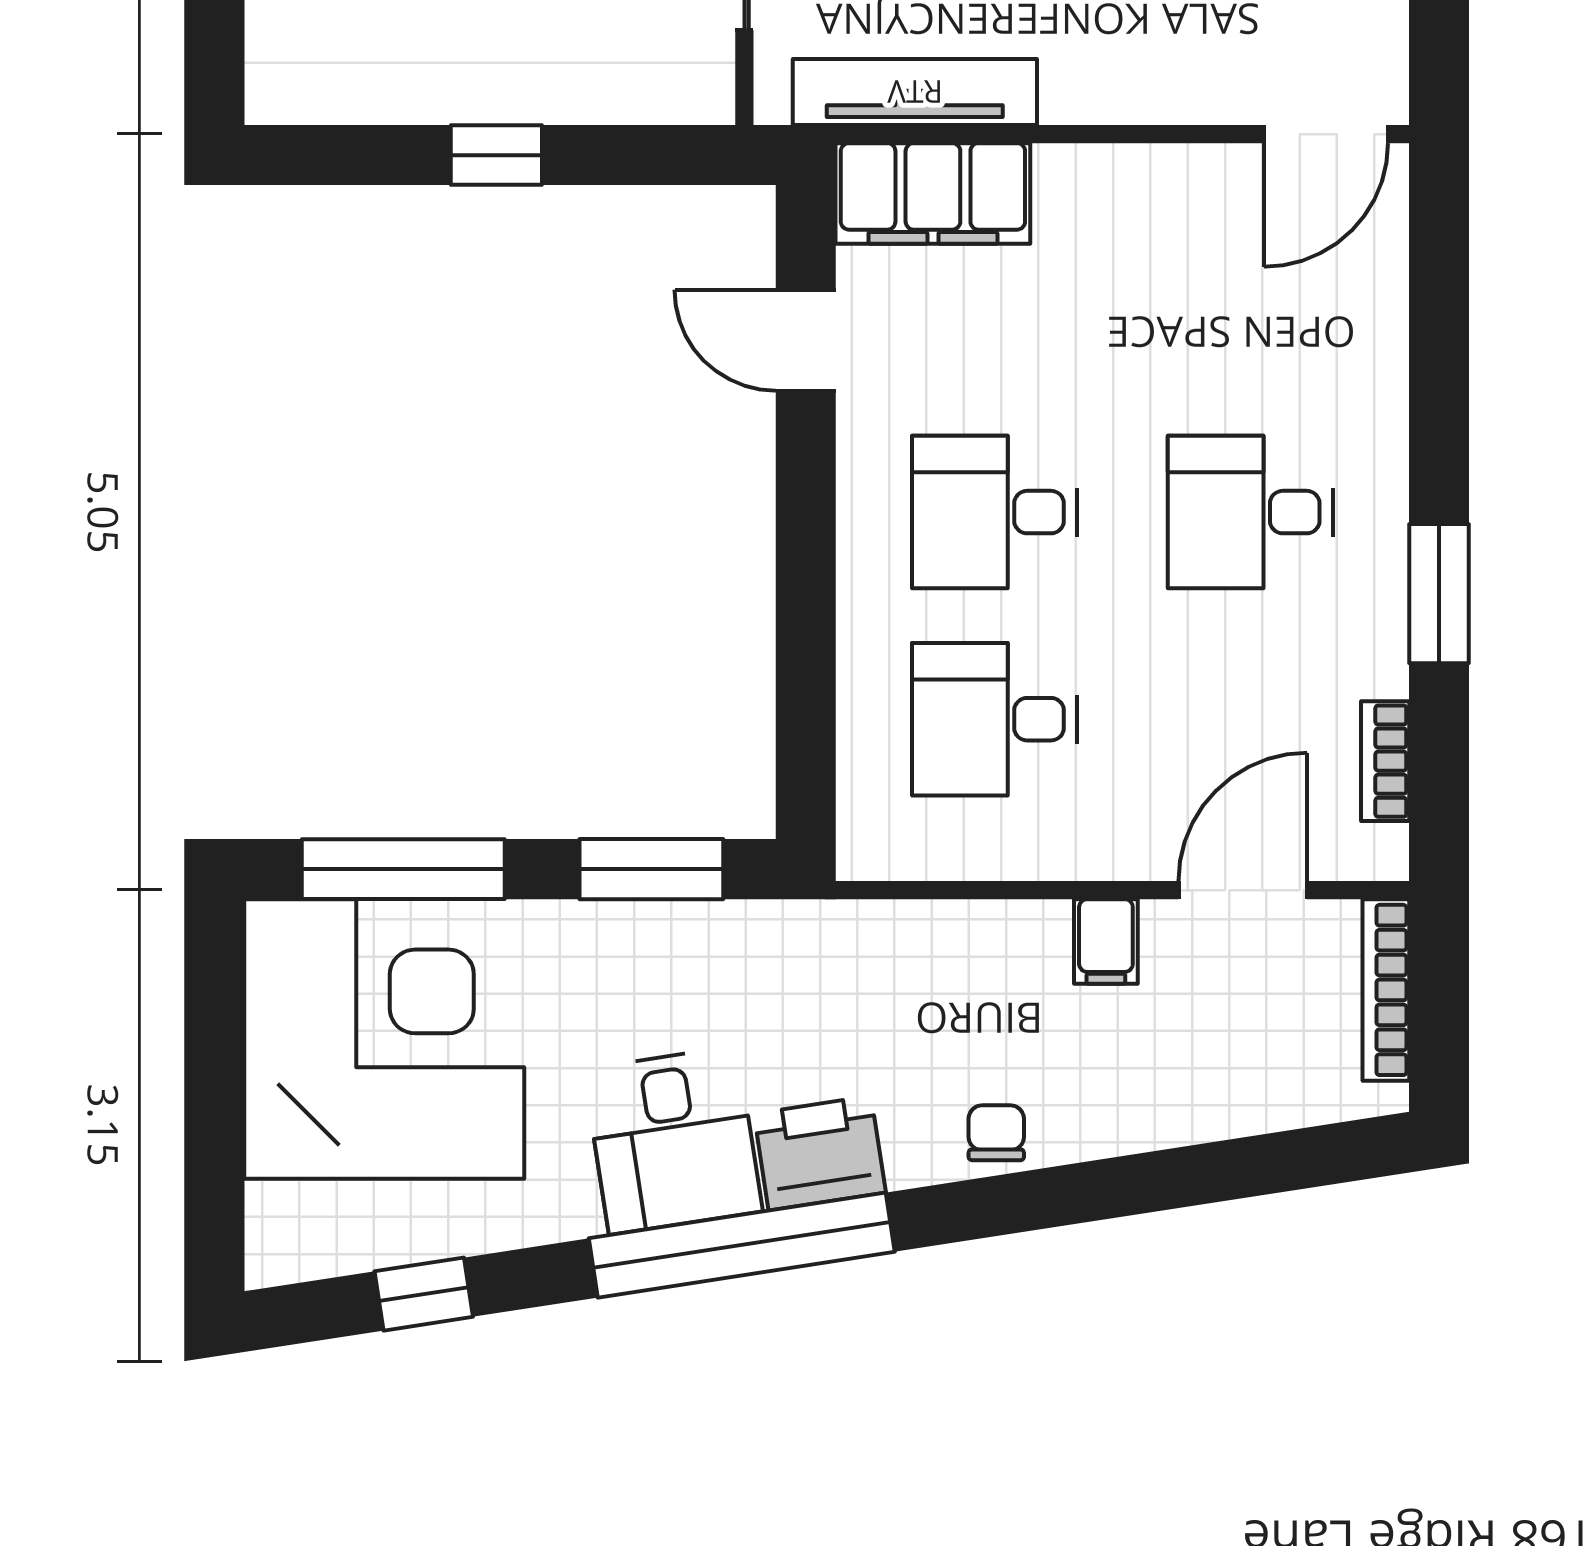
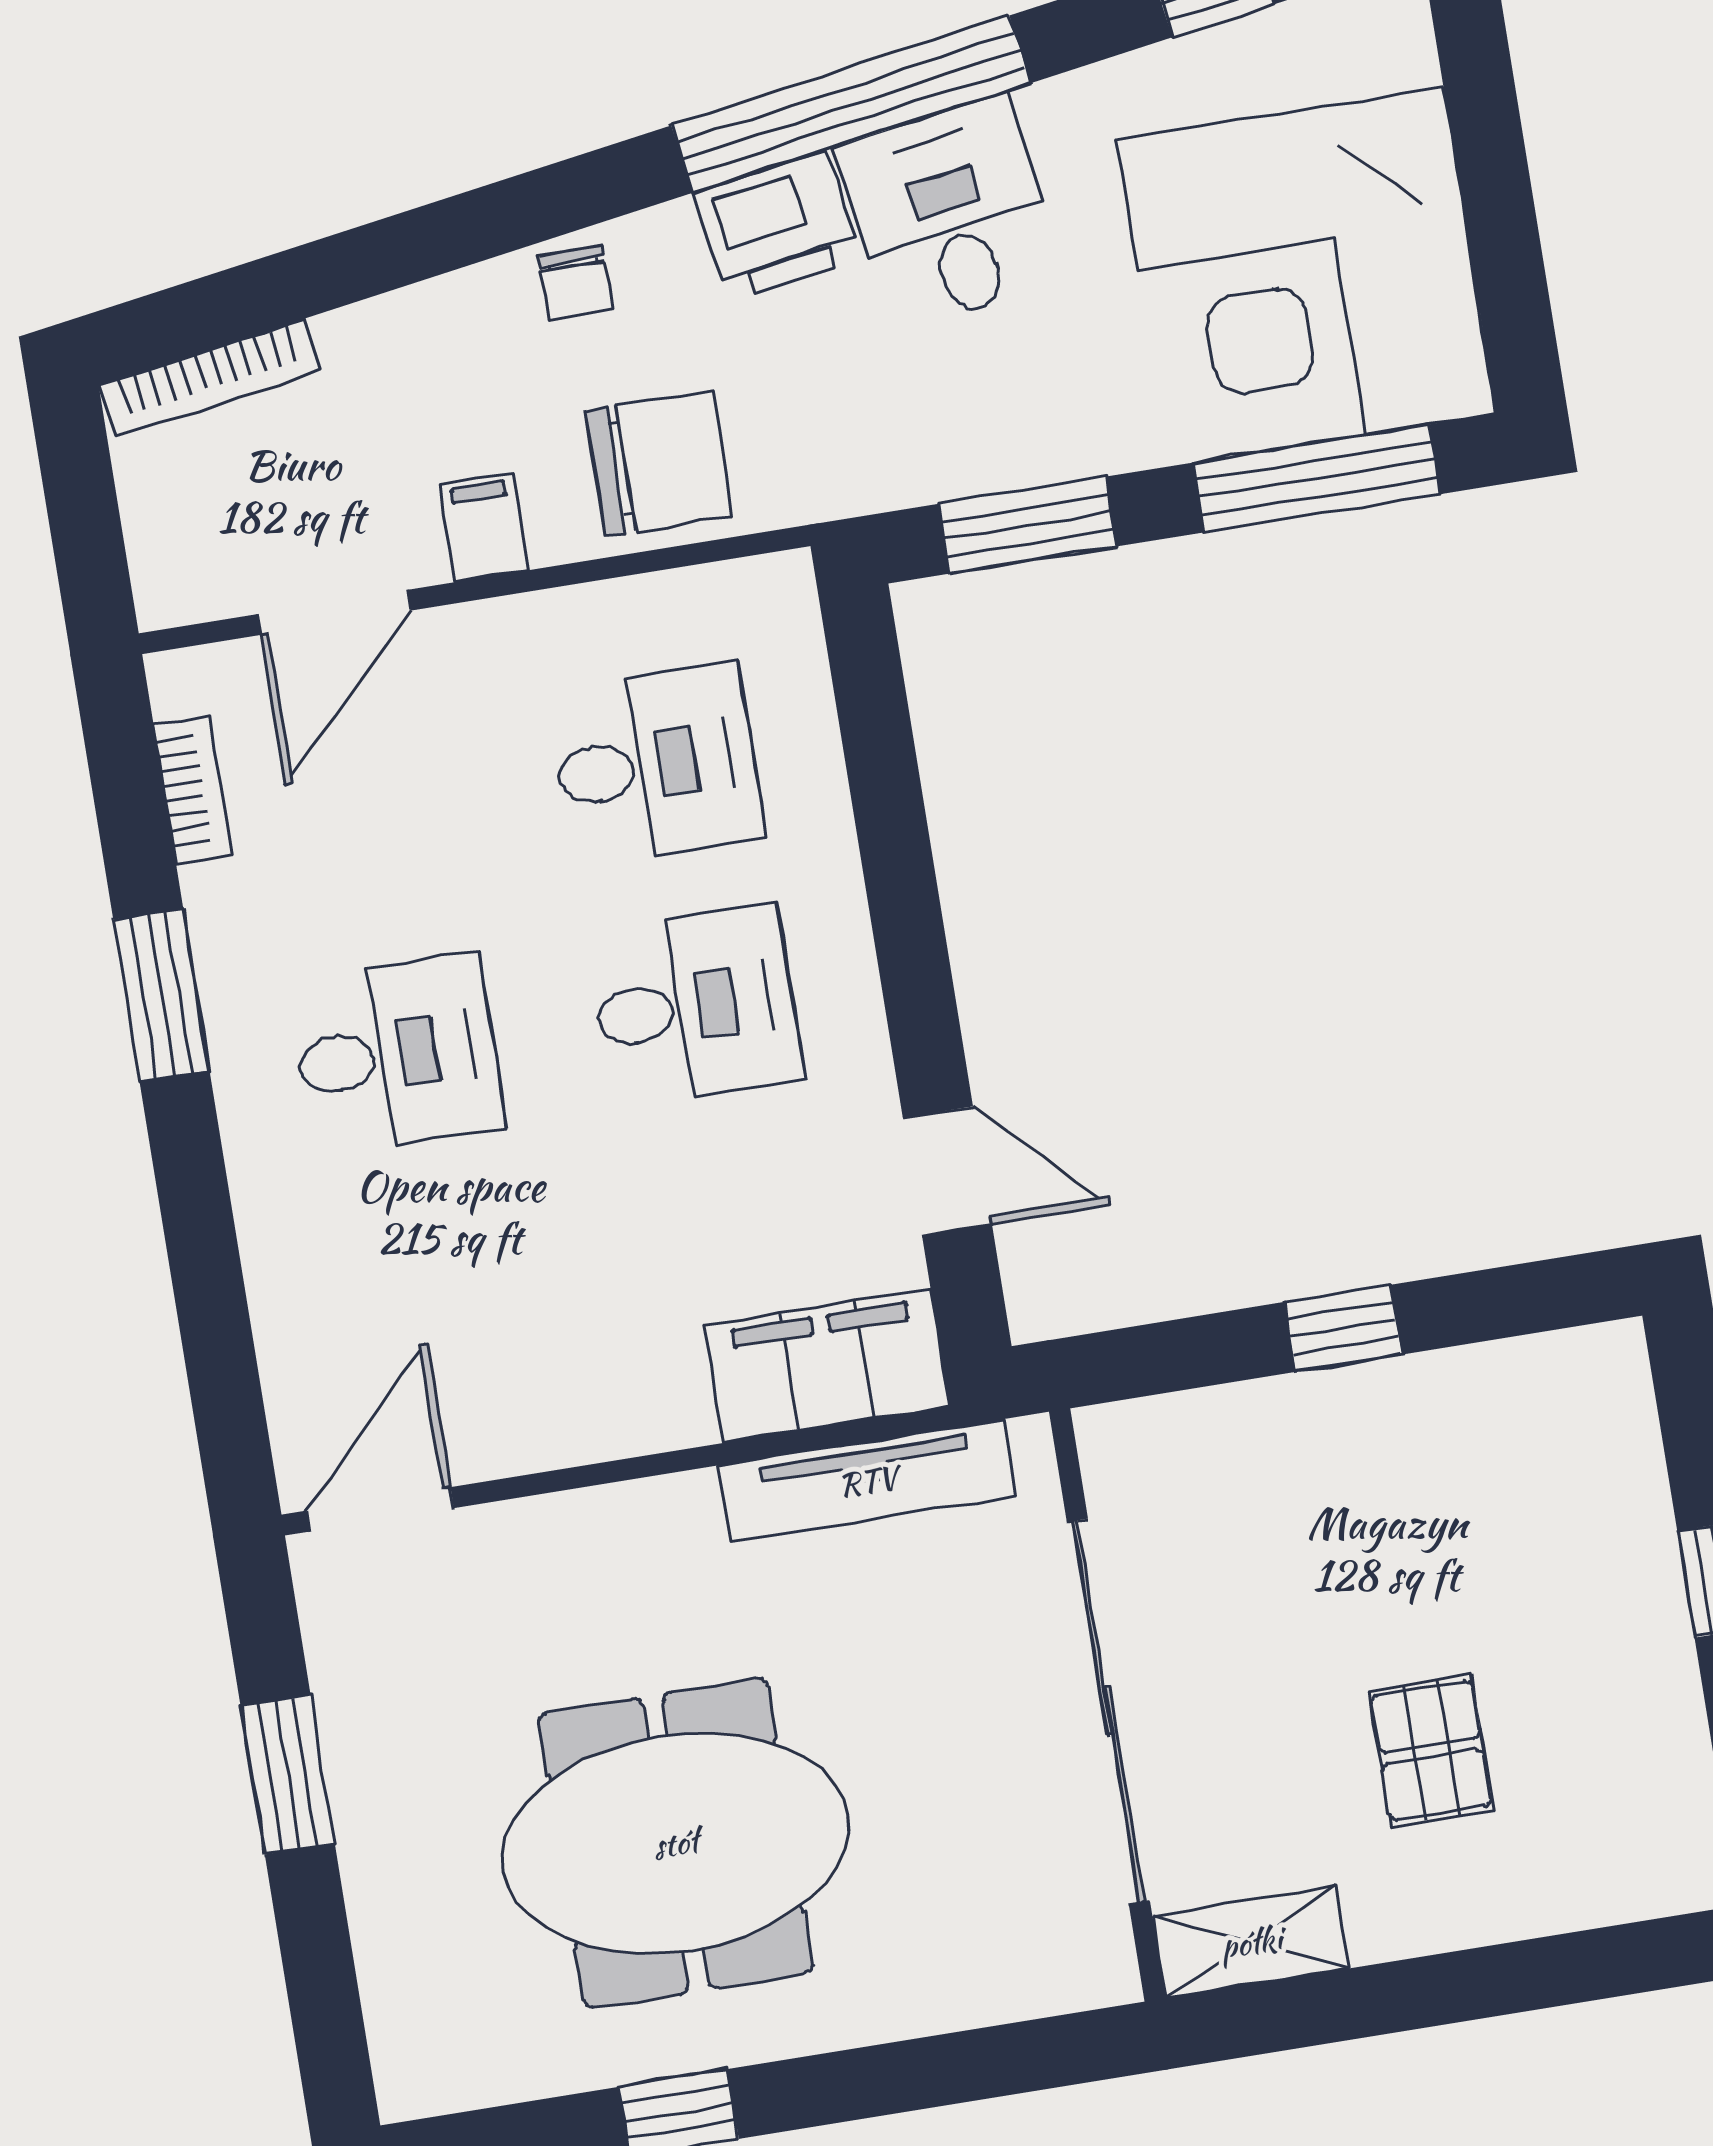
chair: (951, 971) -> (659, 463), added
bookcase: (1386, 990) -> (210, 378), moved, turned 81

